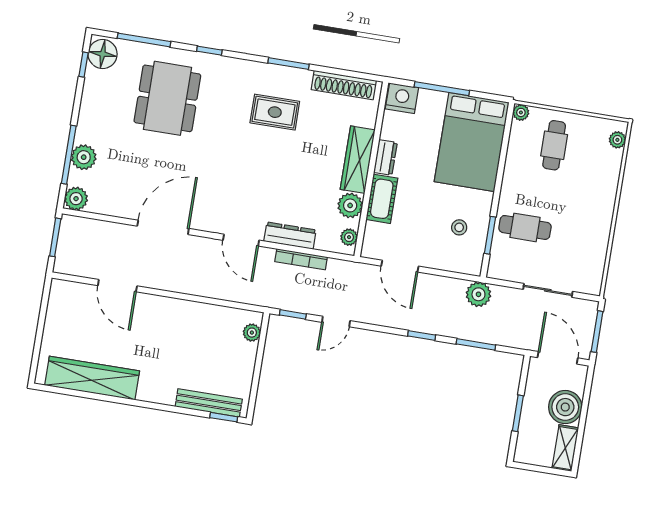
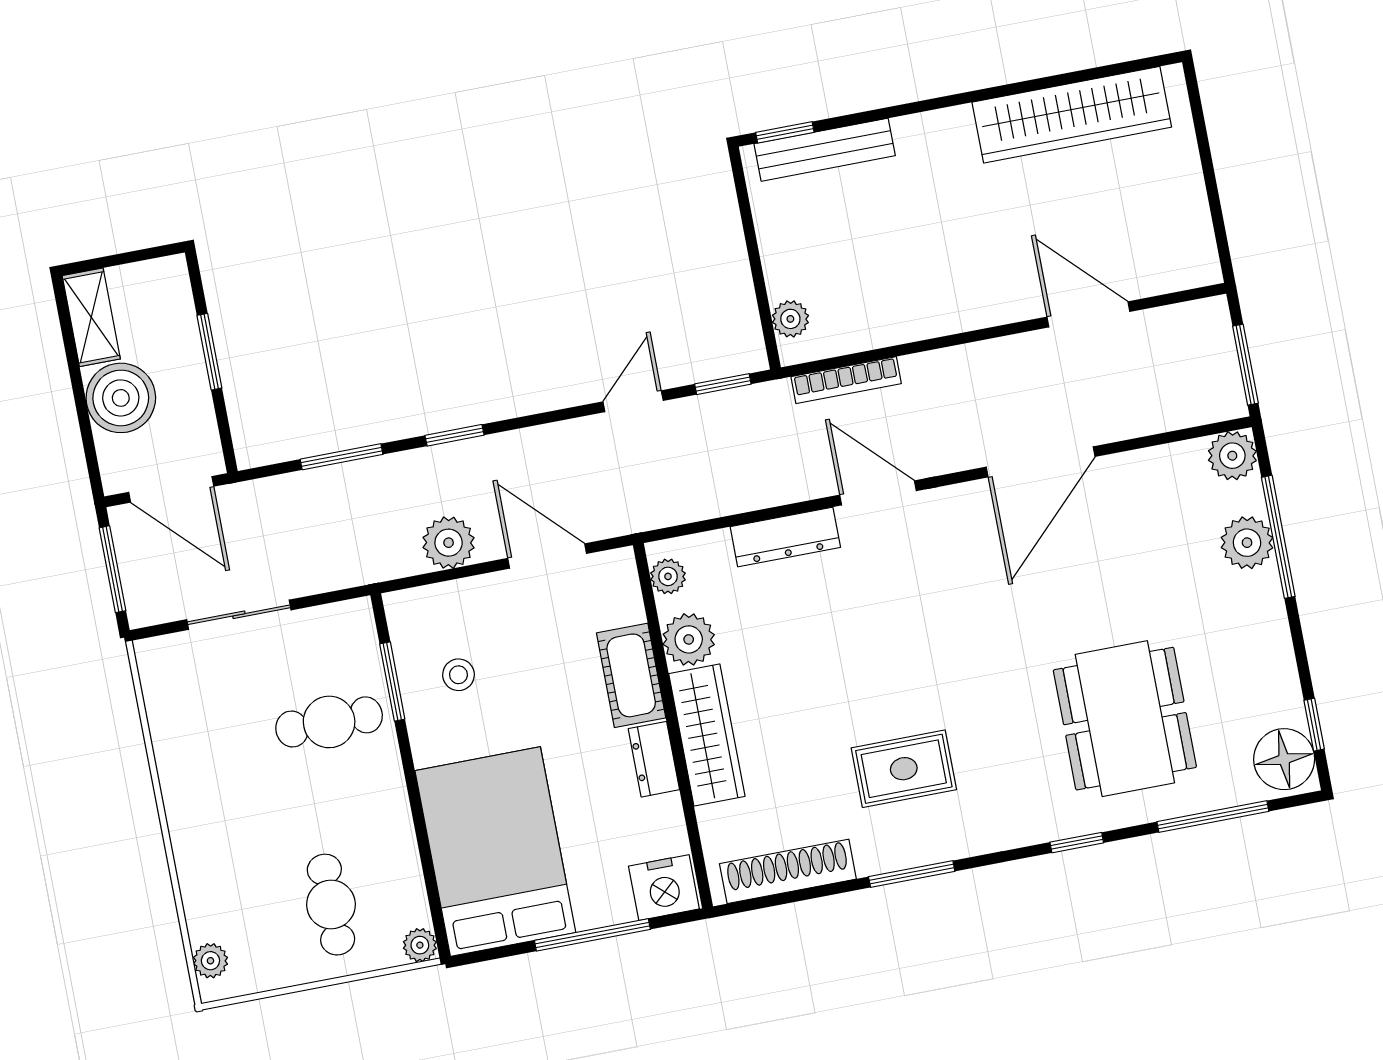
bookcase: (301, 259) -> (846, 380), moved, turned 180
plant: (478, 294) -> (449, 543), moved

